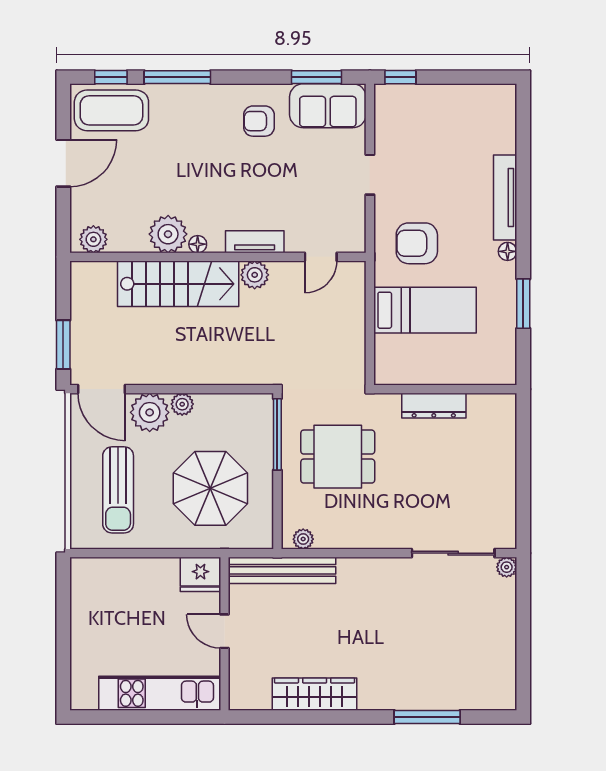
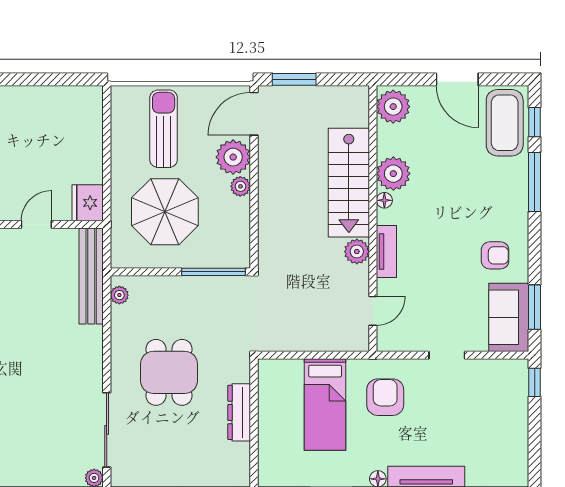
armchair: (259, 121) -> (495, 255), turned 90
plant: (93, 239) -> (393, 107), width x1.36, depth x1.36
door: (321, 257) -> (373, 311), swing flipped
dining table: (338, 457) -> (169, 372), moved
sun lounger: (118, 490) -> (164, 129), turned 90

